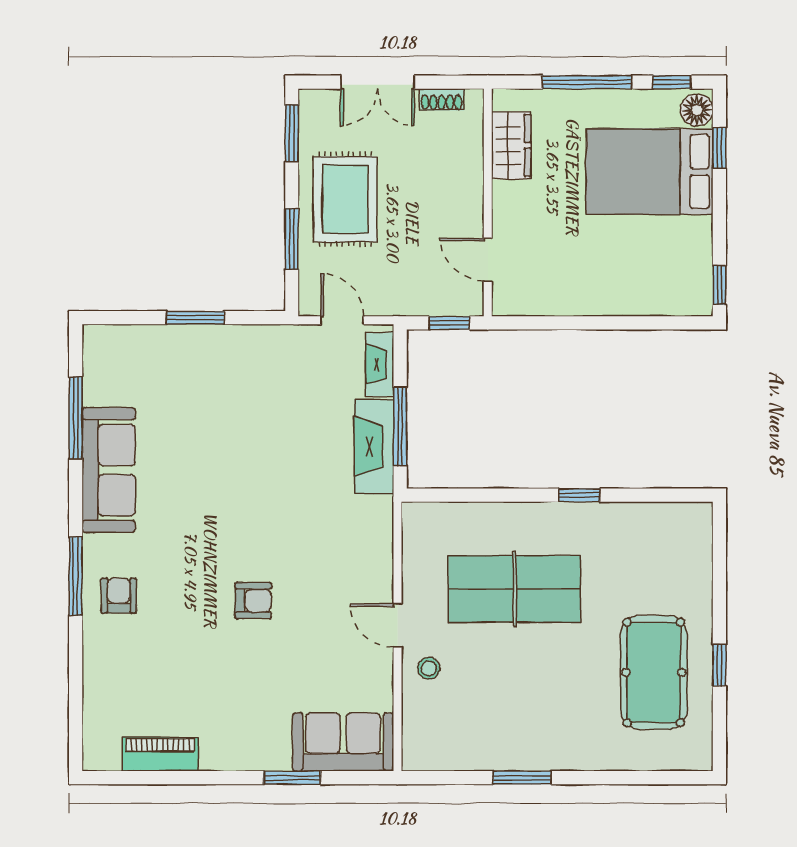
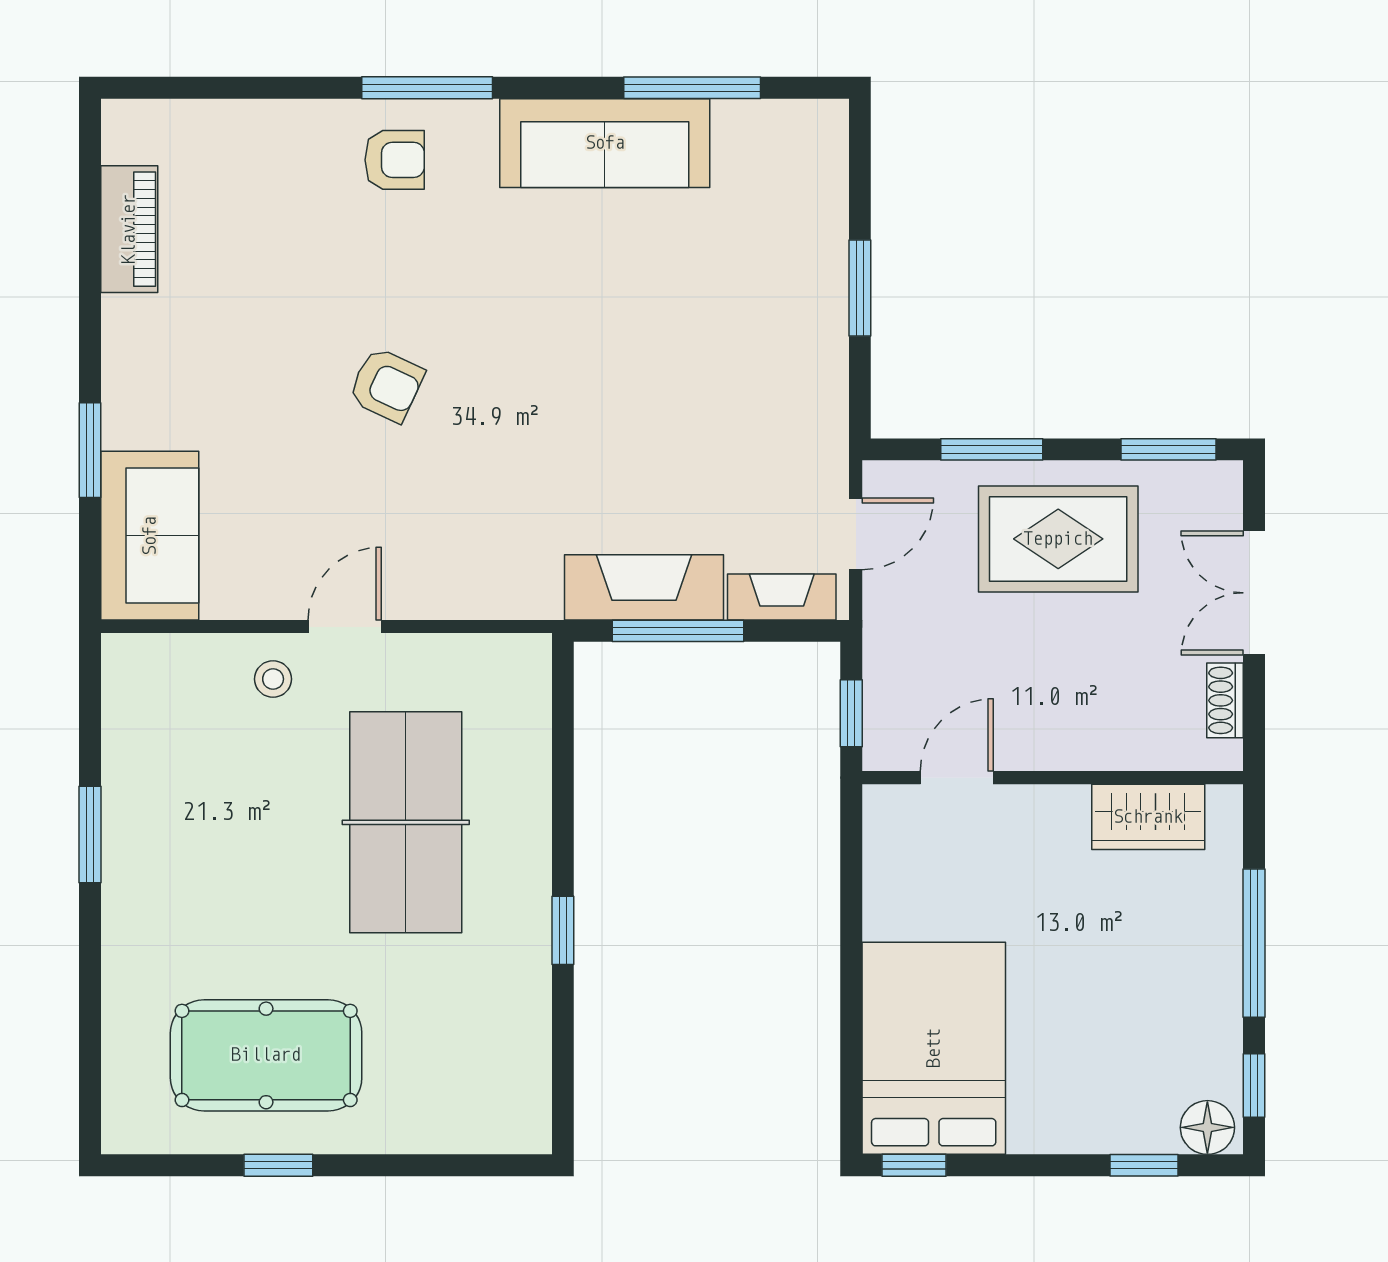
bed: (650, 172) -> (934, 1048), moved
armchair: (253, 601) -> (386, 385), turned -65

